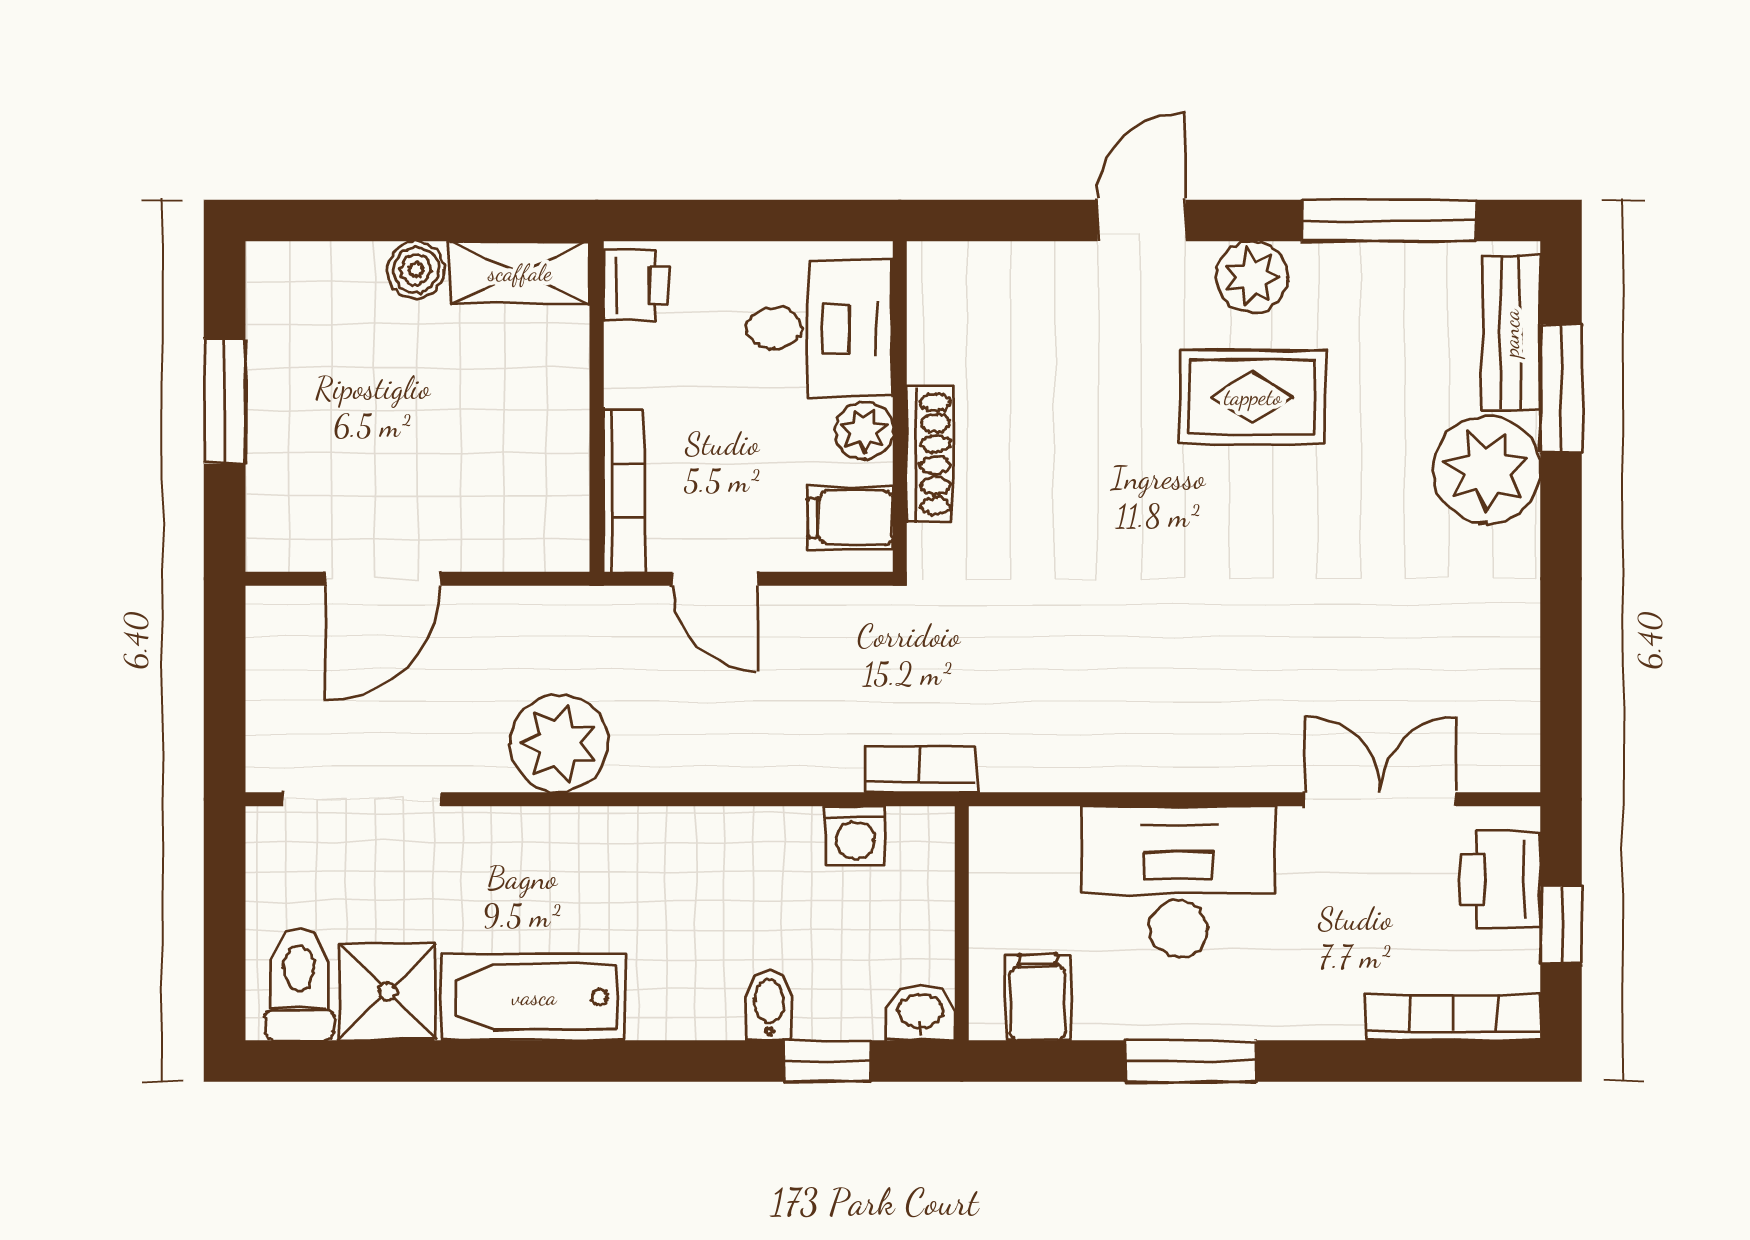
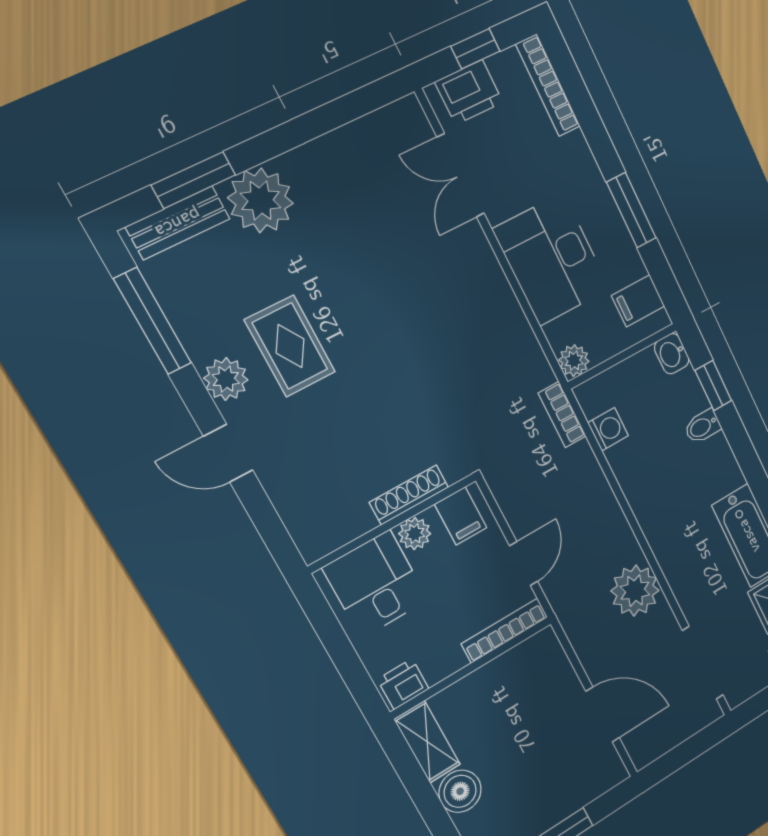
boiler: (416, 270) -> (460, 791), width x1.36, depth x1.36
plant: (998, 835) -> (574, 361), added

